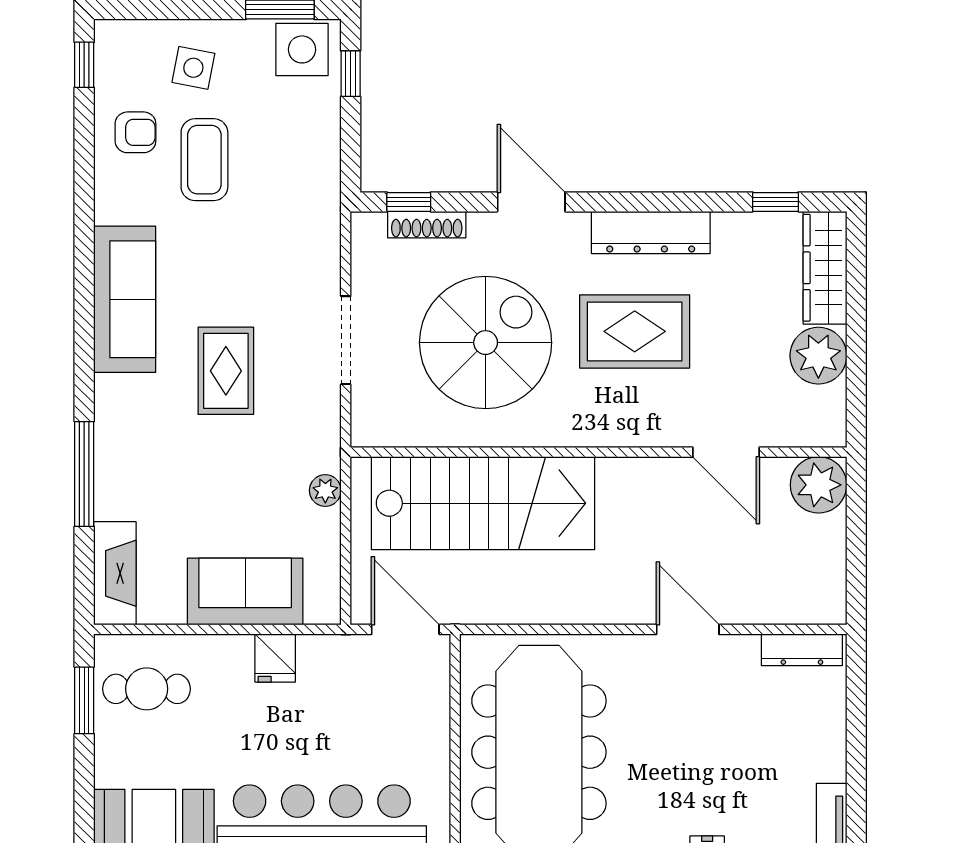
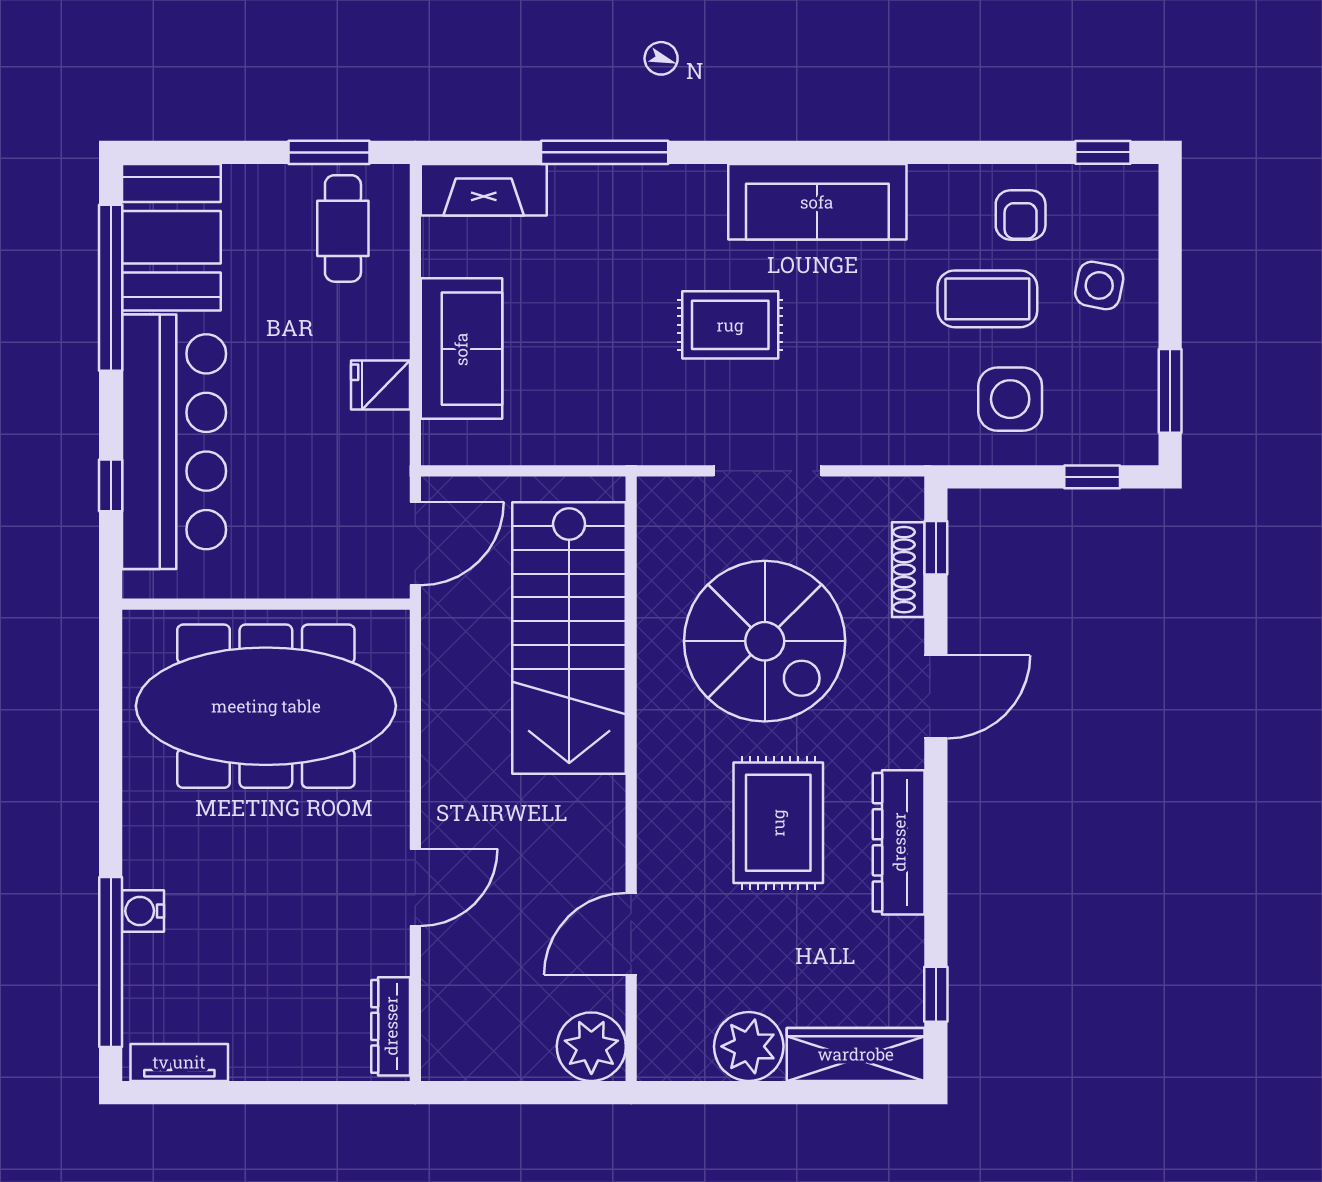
side table: (302, 49) -> (1010, 399), moved
plant: (325, 491) -> (584, 446), removed

